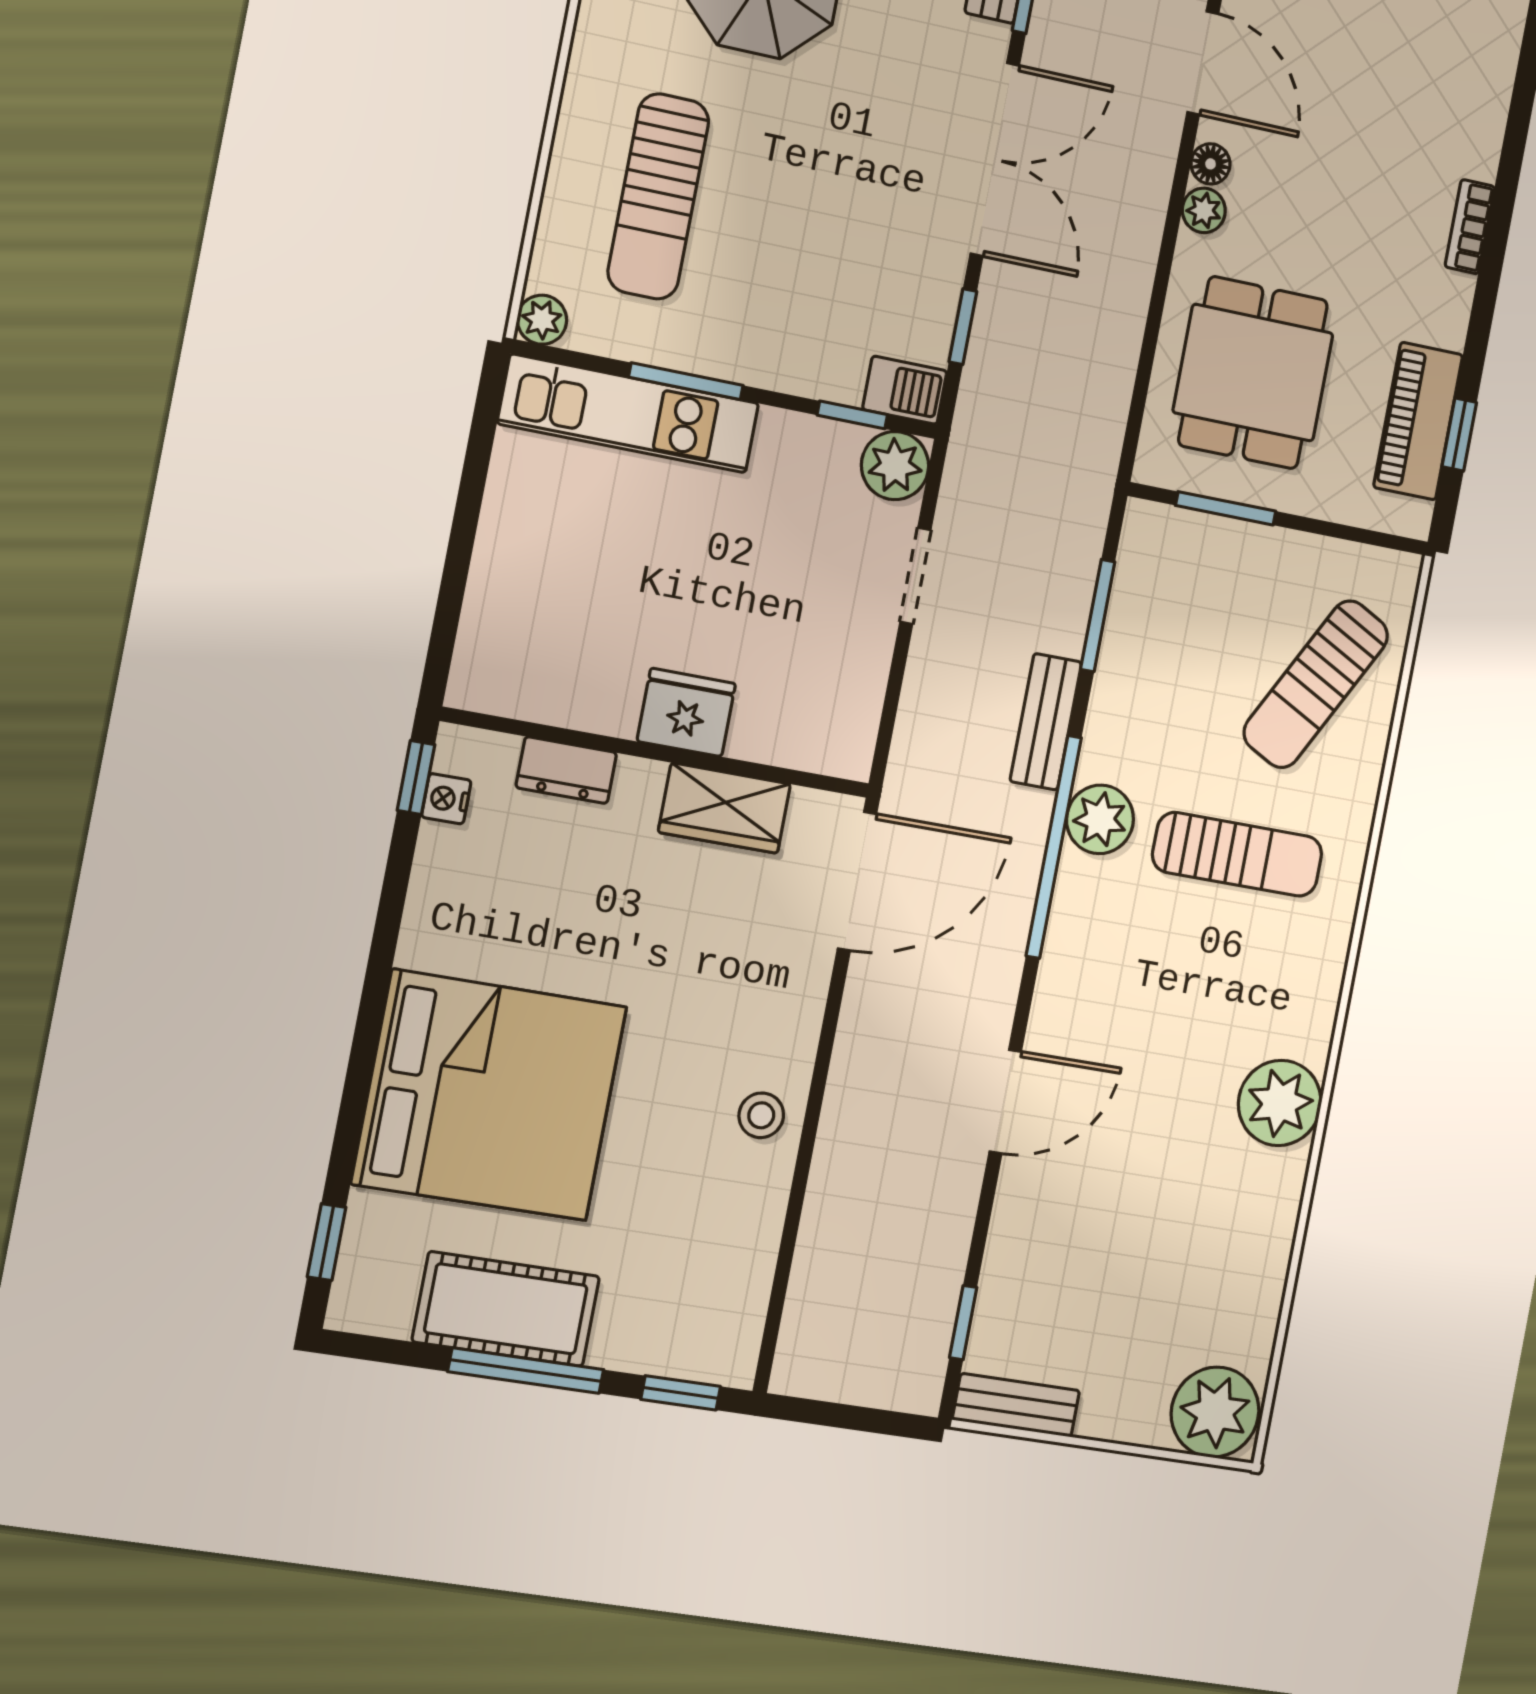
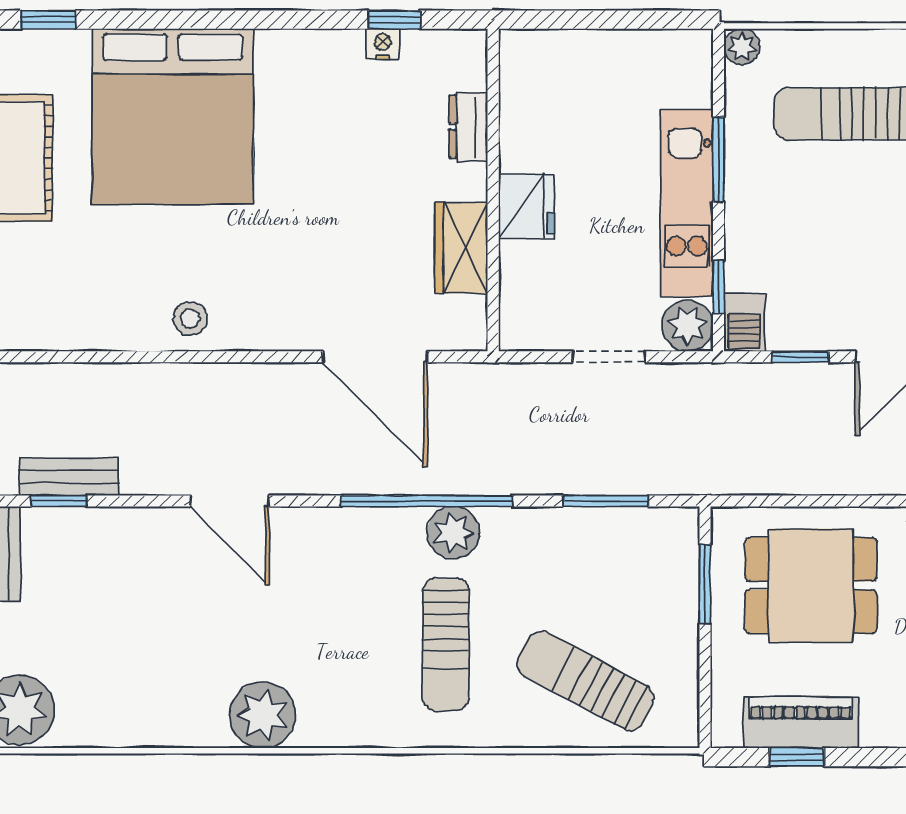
kitchen unit: (629, 413) -> (687, 203), moved
fridge: (686, 712) -> (526, 206), moved
bench: (1046, 722) -> (69, 477), moved
wall: (657, 752) -> (493, 190), moved
dresser: (566, 770) -> (468, 127), moved
wardrobe: (724, 808) -> (461, 248), moved

